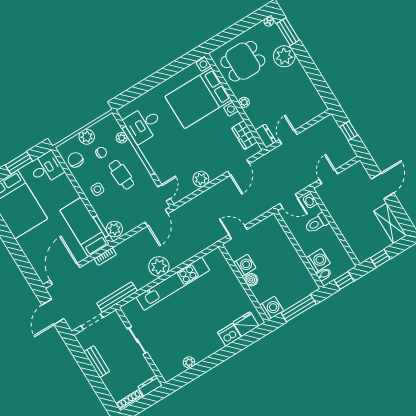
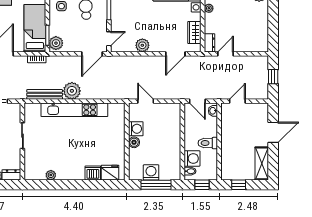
toilet: (317, 223) -> (208, 143), moved
bench: (117, 297) -> (45, 94), moved
washing machine: (272, 308) -> (151, 172), moved, turned -90

